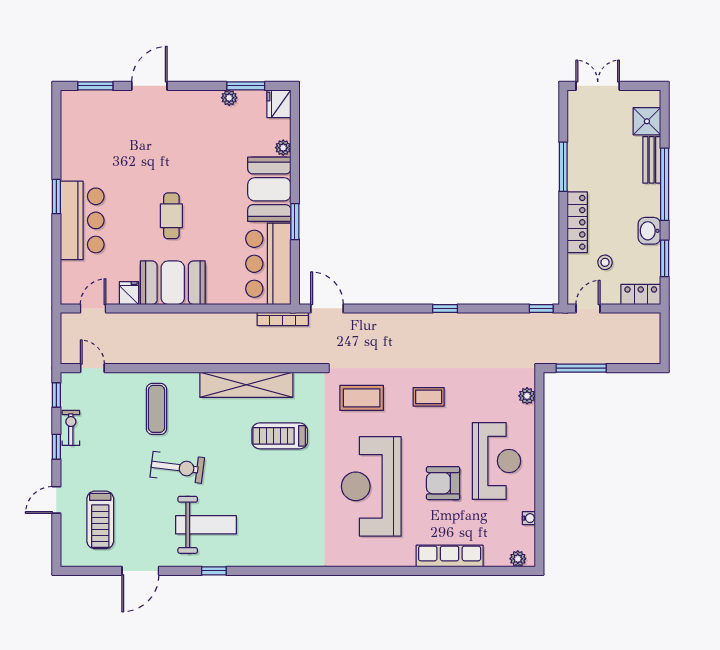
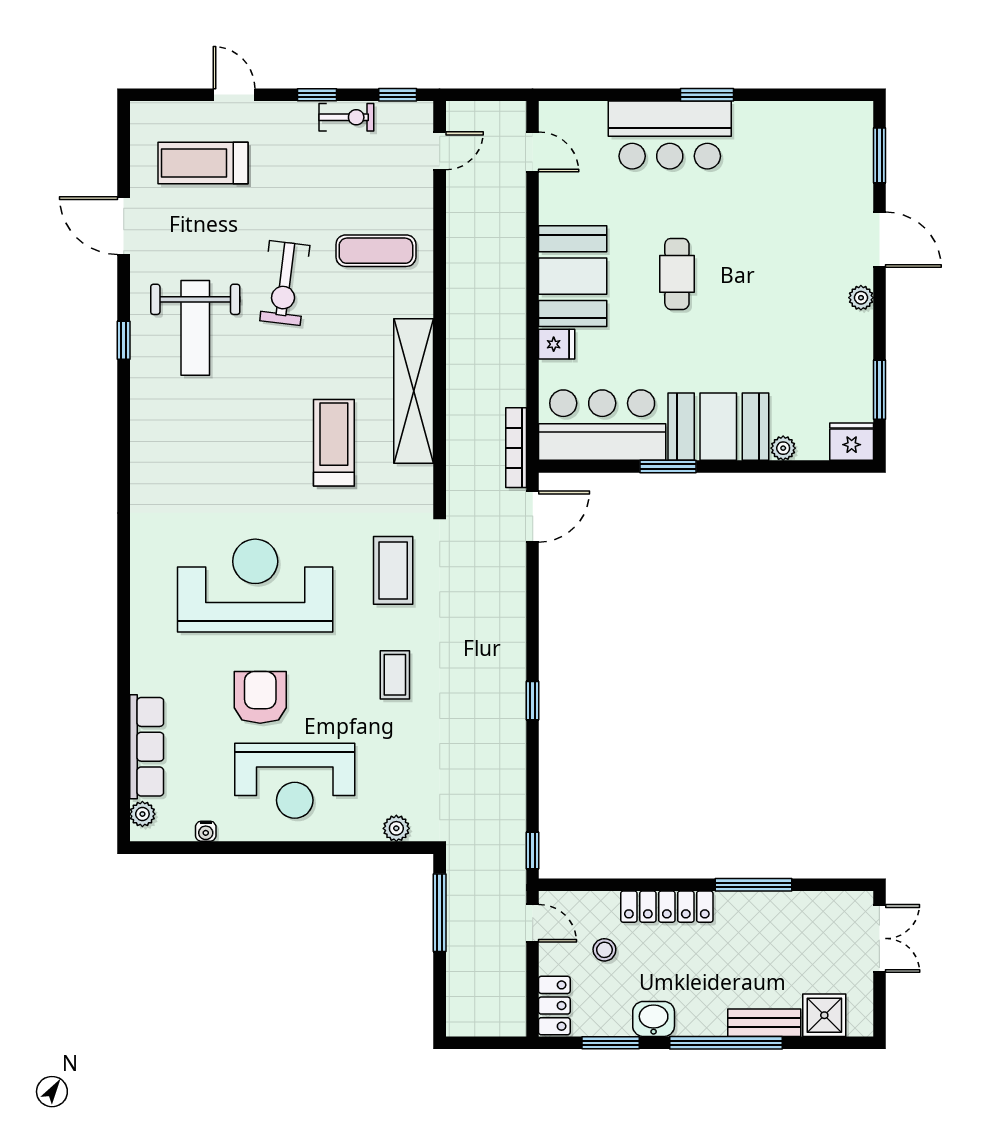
plant: (229, 98) -> (861, 298), moved
cafe table: (171, 216) -> (677, 274), turned 90
fridge: (129, 293) -> (557, 344), moved
row of seats: (450, 556) -> (147, 747), moved

